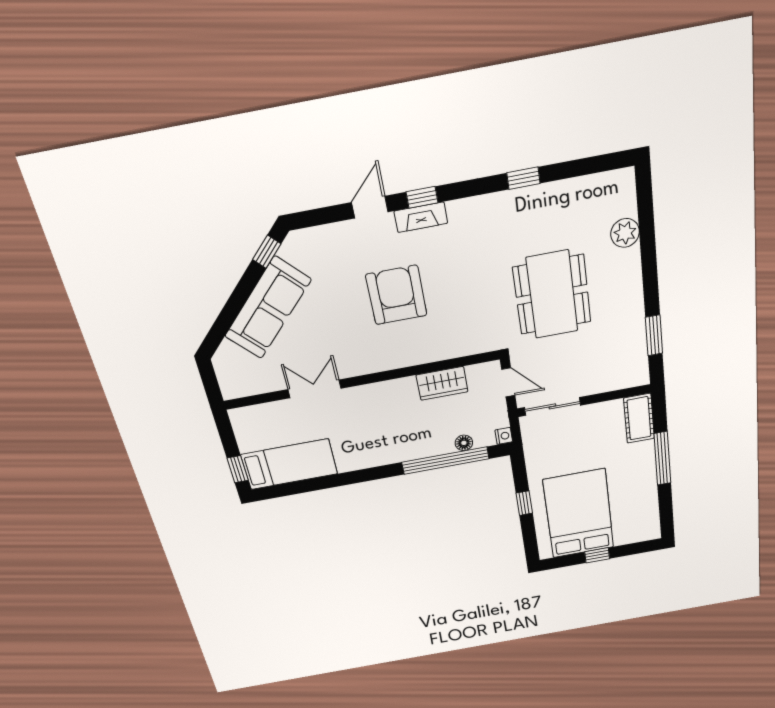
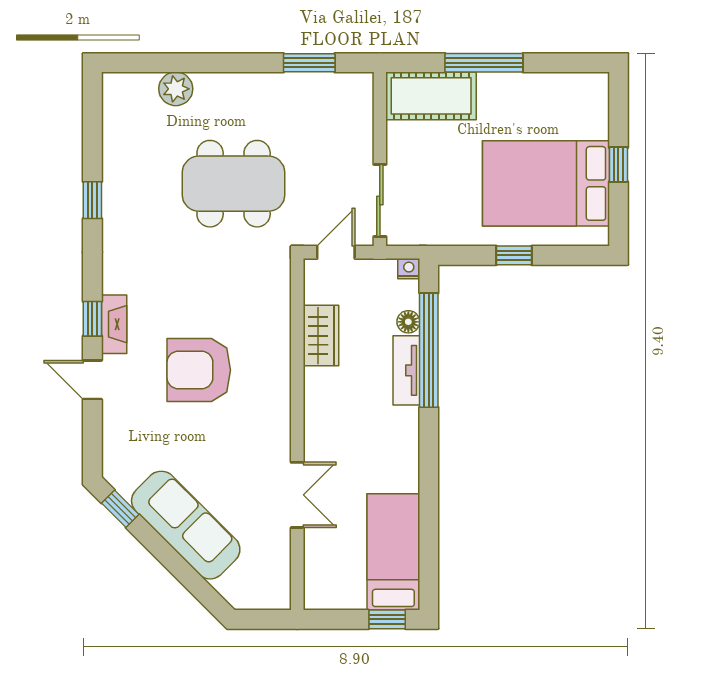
double door: (314, 389) -> (297, 495), swing flipped
cot: (639, 418) -> (431, 96), width x1.37, depth x1.34
tv unit: (427, 448) -> (406, 370), added

